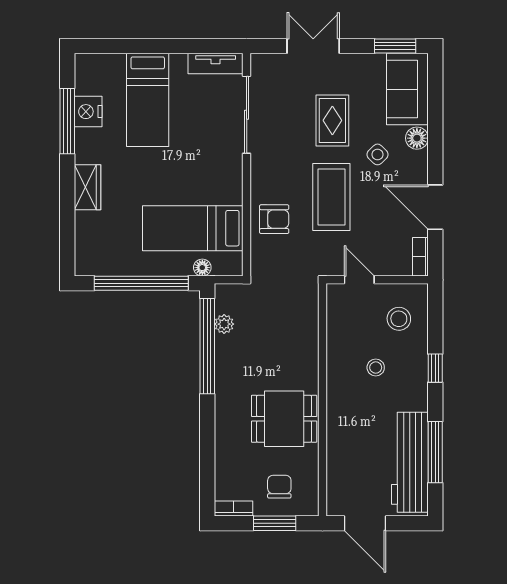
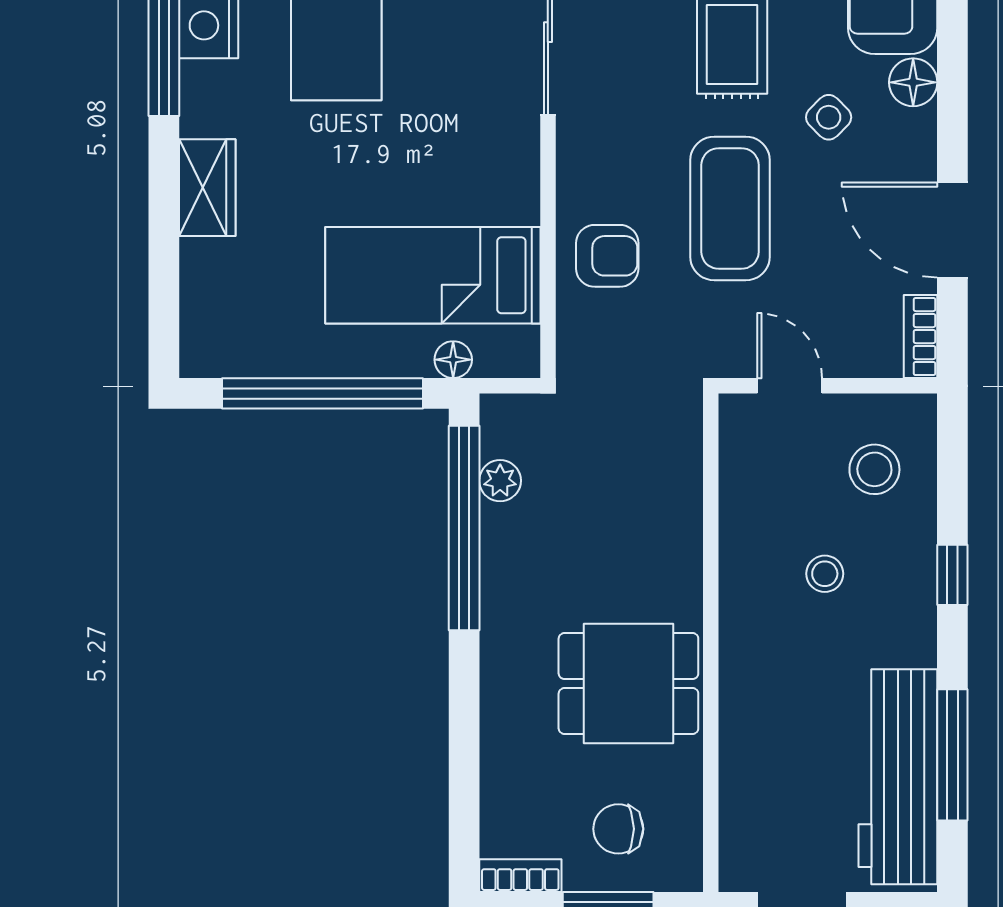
chair: (279, 487) -> (618, 829), turned -90

